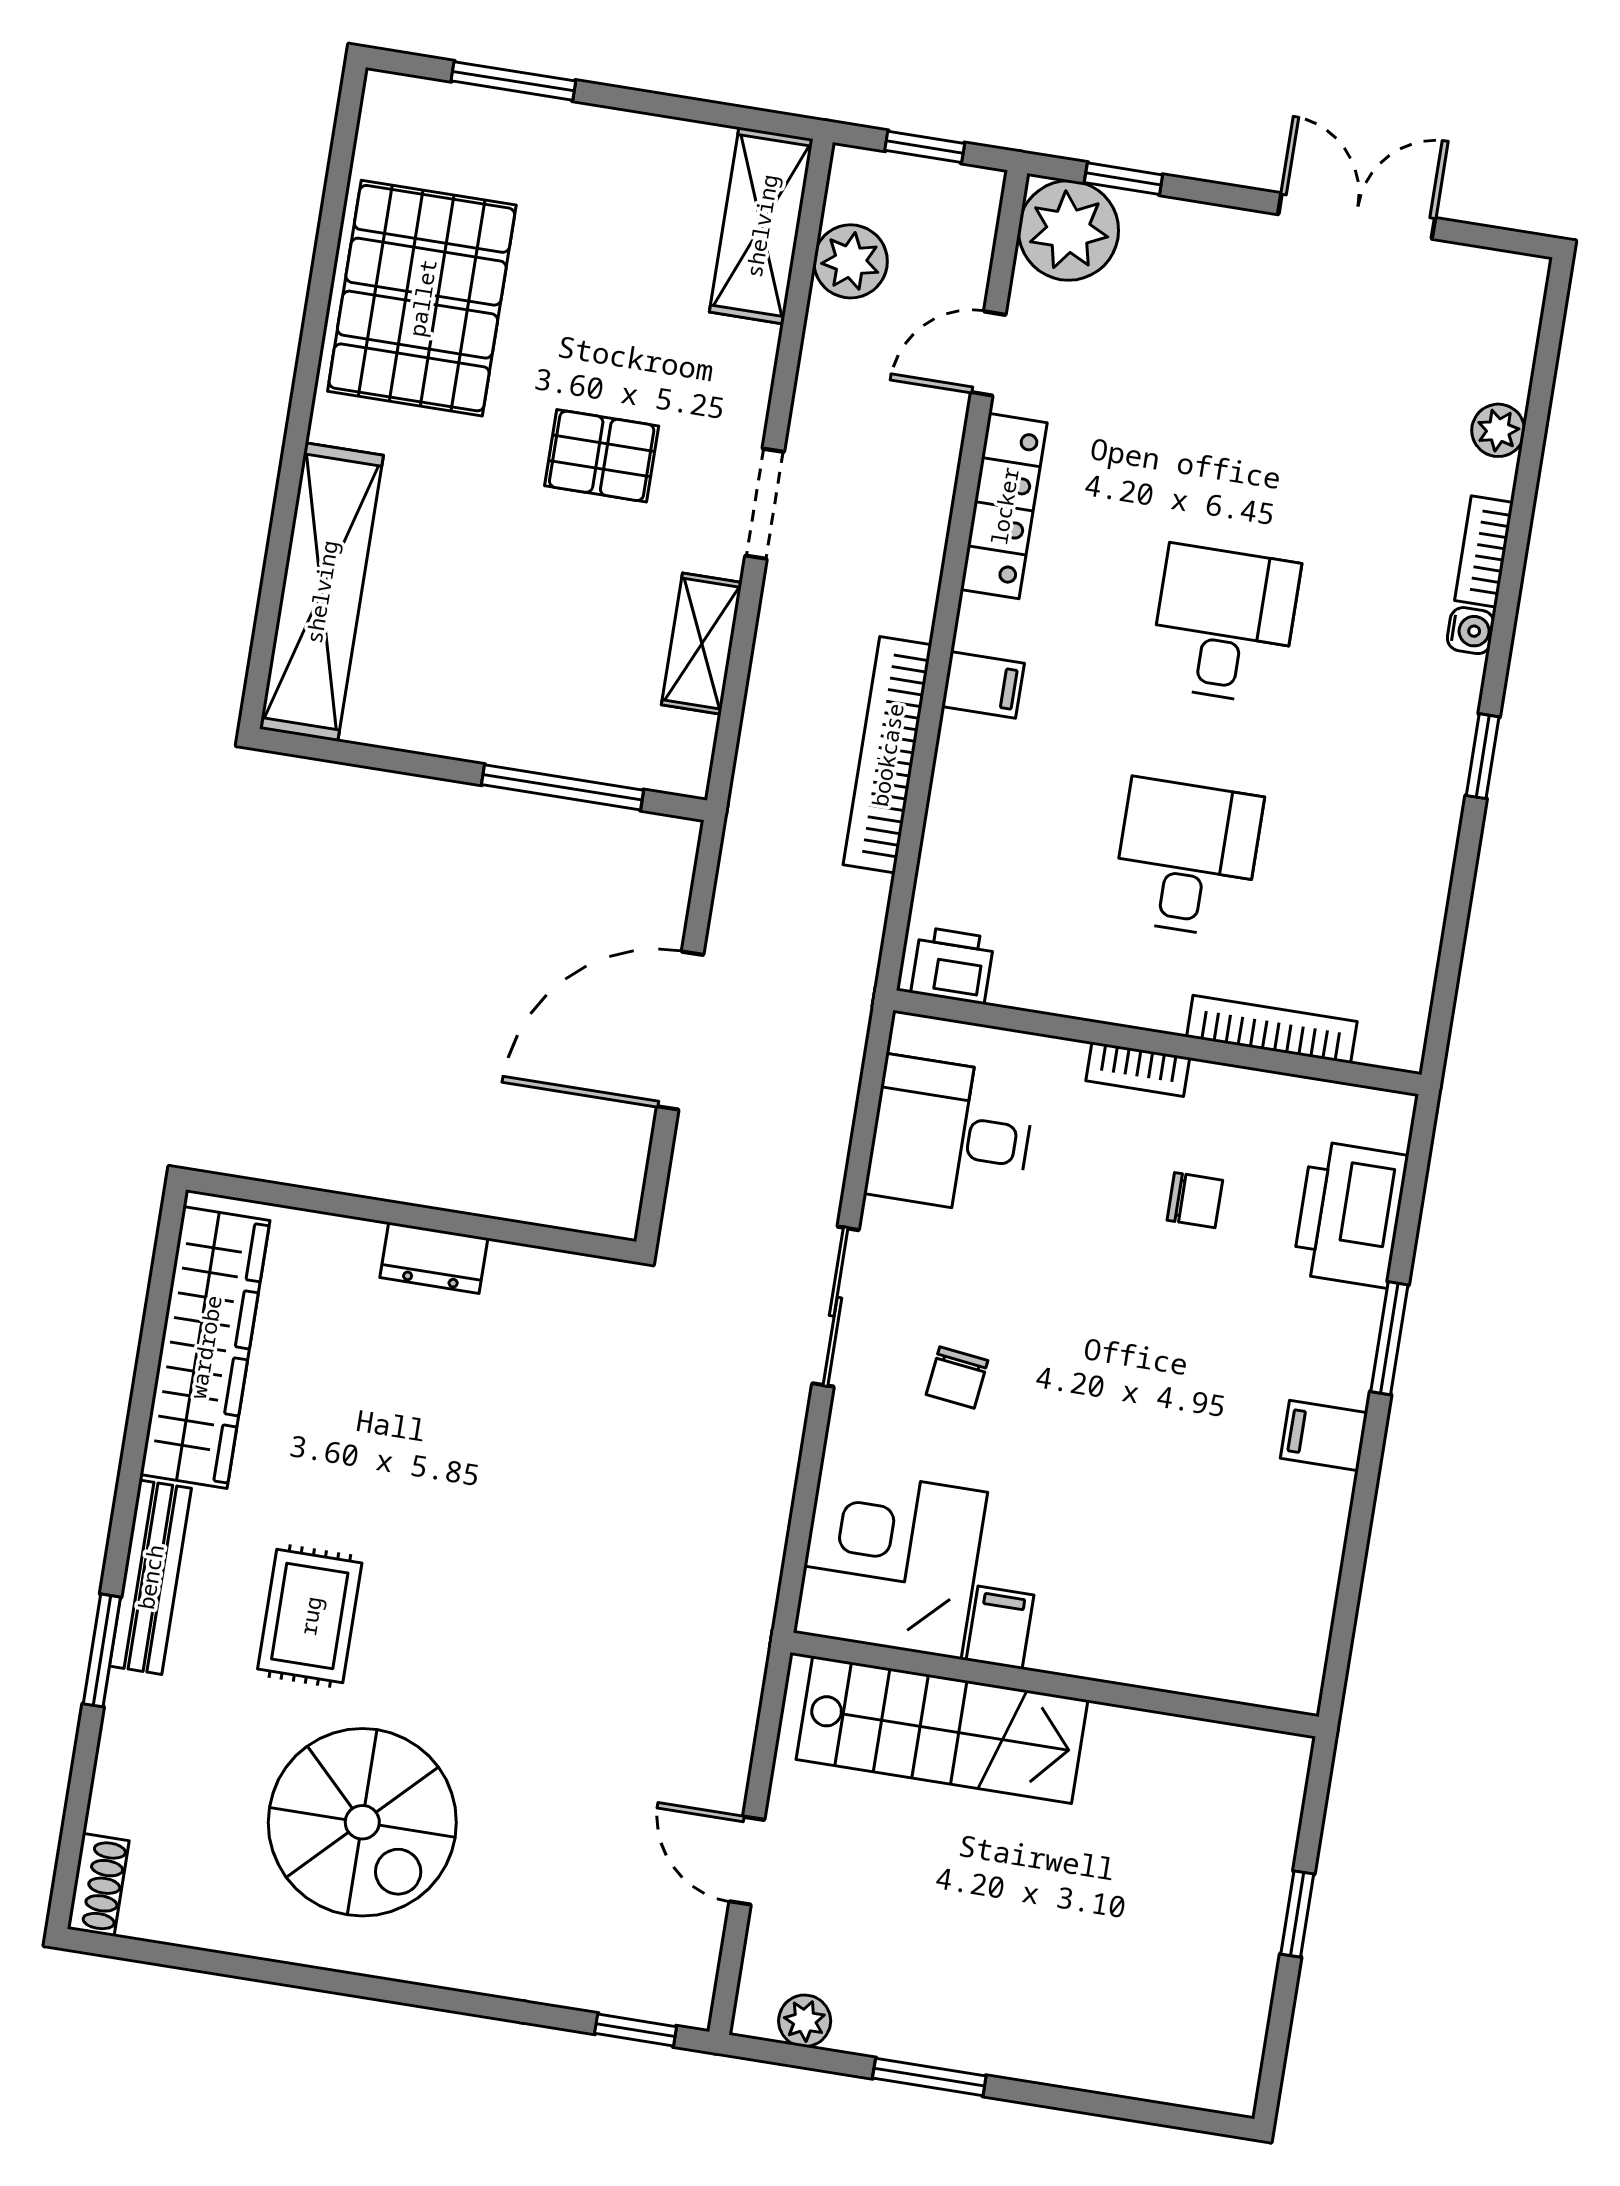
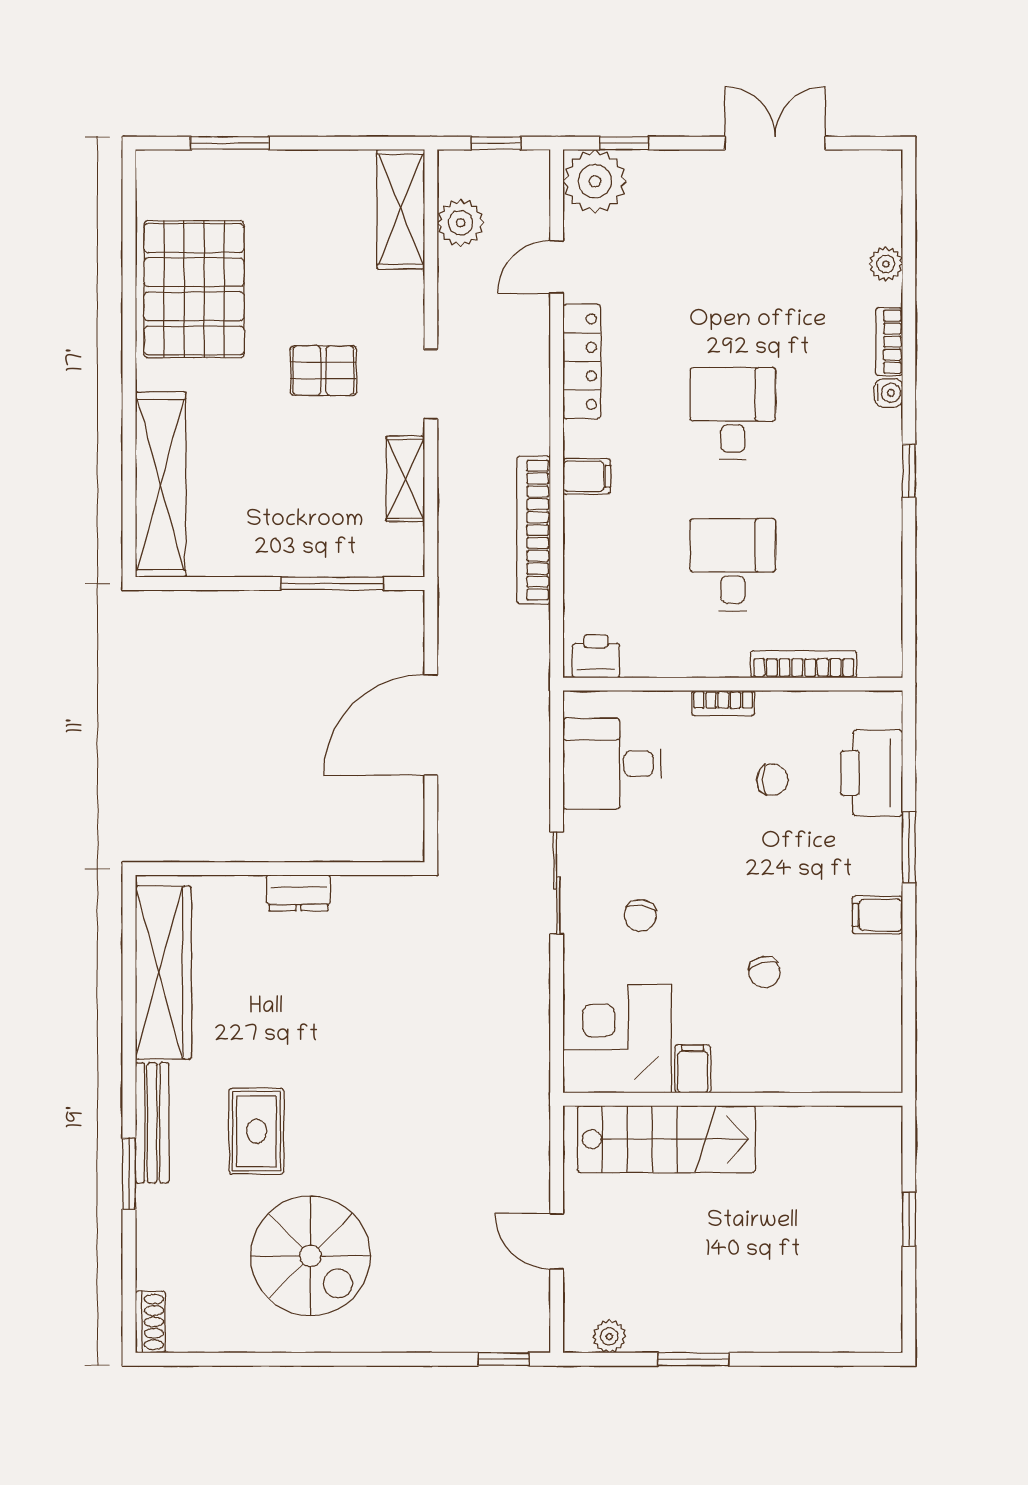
chair: (1135, 1496) -> (764, 972), added

